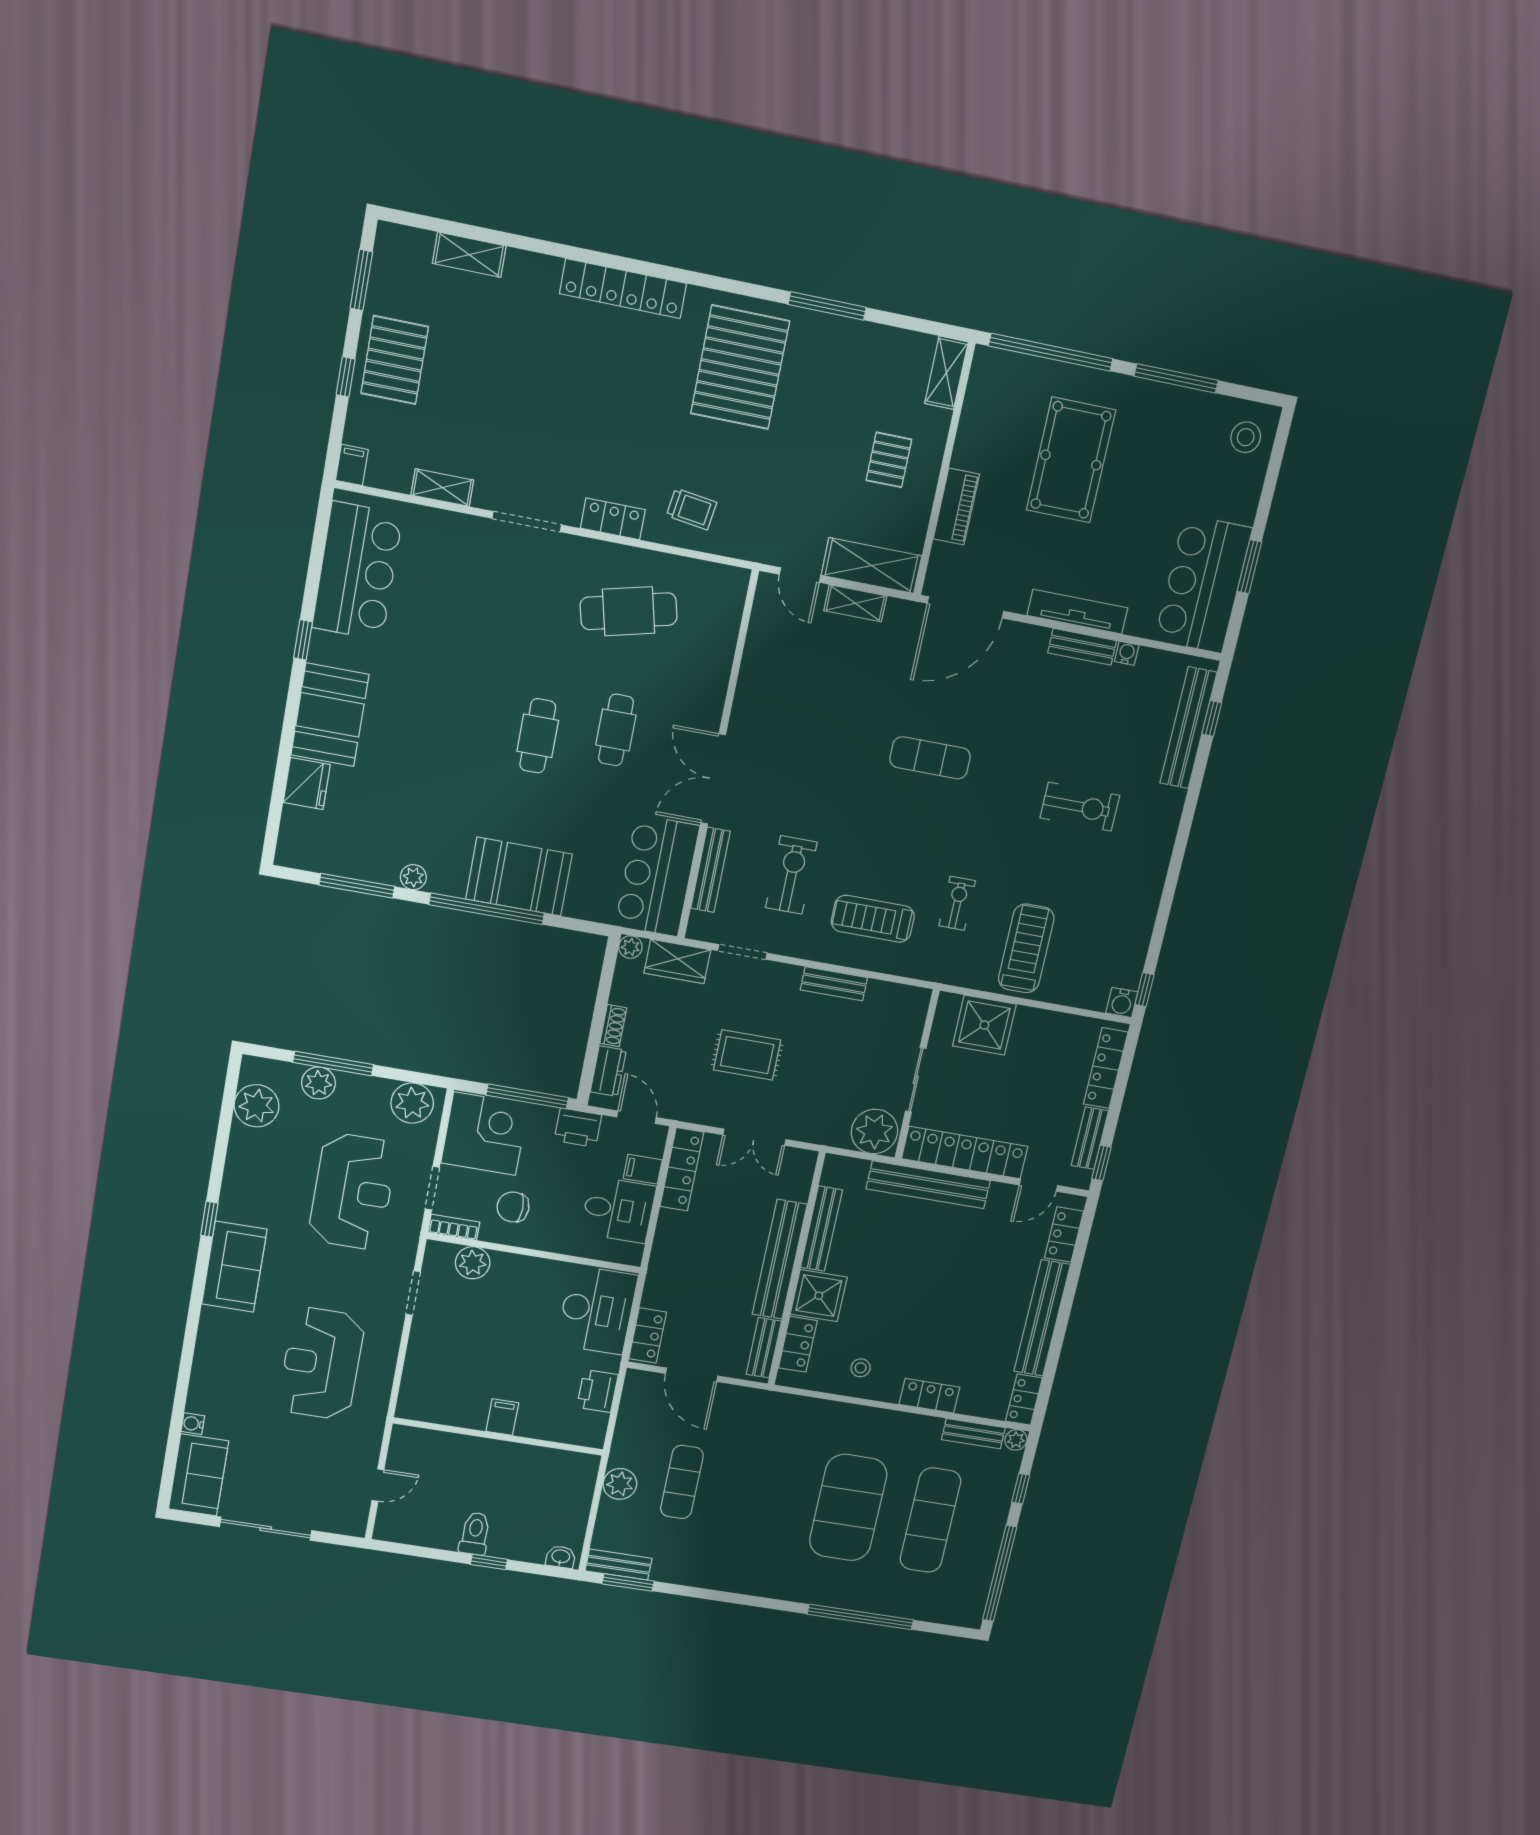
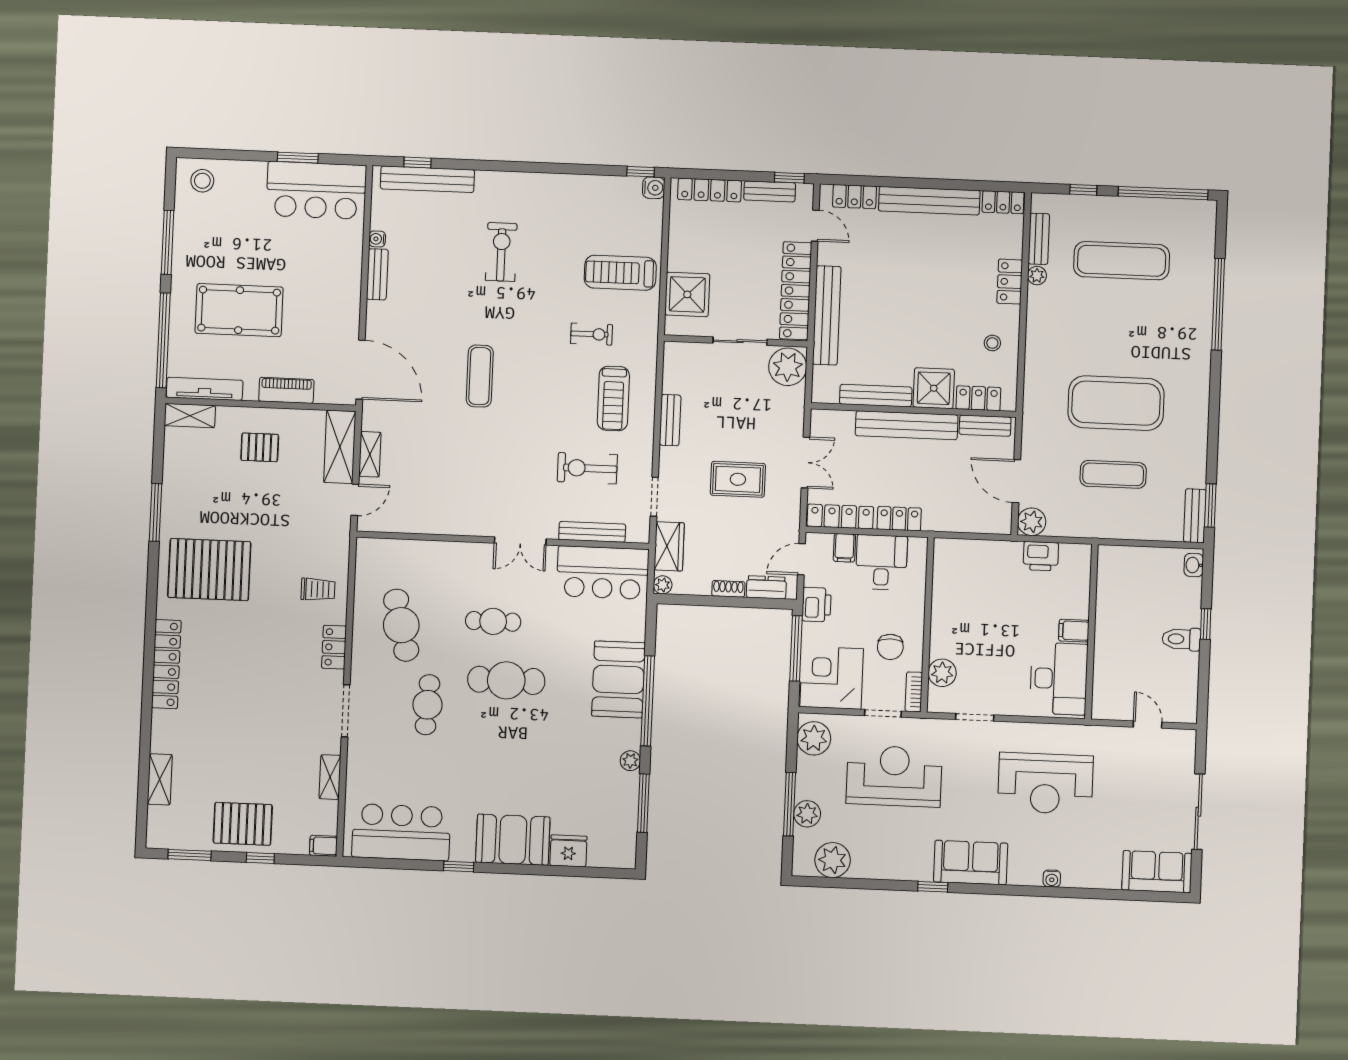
trolley: (692, 509) -> (318, 589), turned 82
tv unit: (1077, 612) -> (205, 389), moved, turned 90
cafe table: (520, 630) -> (427, 705), added
cafe table: (538, 736) -> (506, 680), width x1.37, depth x1.35
double door: (713, 779) -> (520, 541), width x0.73
exercise bike: (957, 903) -> (592, 334), turned 180
rug: (747, 1055) -> (738, 479), turned 90
desk: (597, 1310) -> (1059, 679), moved, turned 90
locker: (648, 1335) -> (899, 519), moved
door: (692, 1375) -> (1016, 481), swing flipped
water cooler: (193, 1424) -> (1052, 878), moved
plant: (1016, 1440) -> (1037, 276), moved
plant: (620, 1484) -> (1032, 522), moved
exercise mat: (848, 1508) -> (1116, 403), moved

